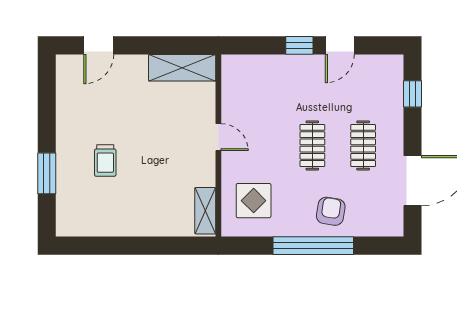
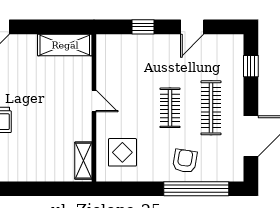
window: (299, 45) -> (143, 27), moved
clothes rail: (363, 145) -> (211, 108), width x1.36
window: (313, 246) -> (196, 189), moved

